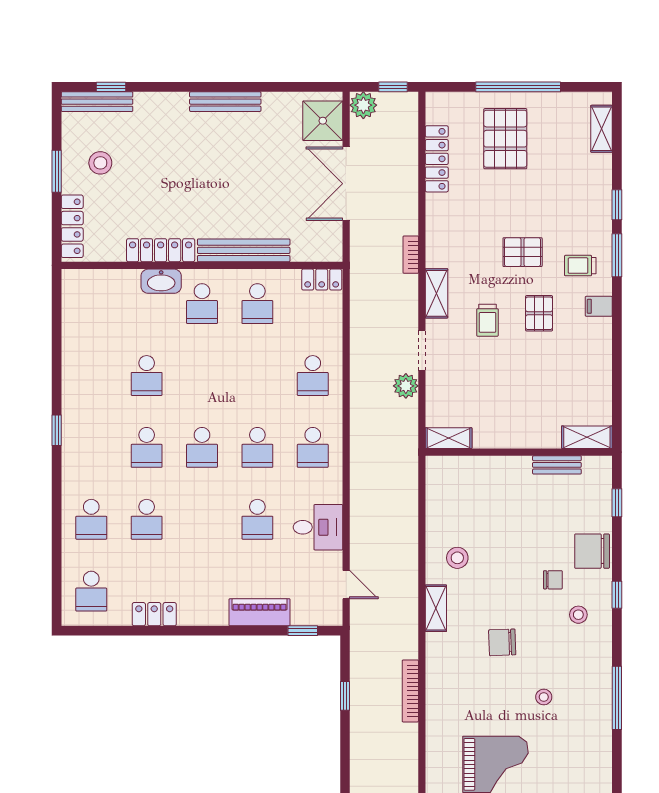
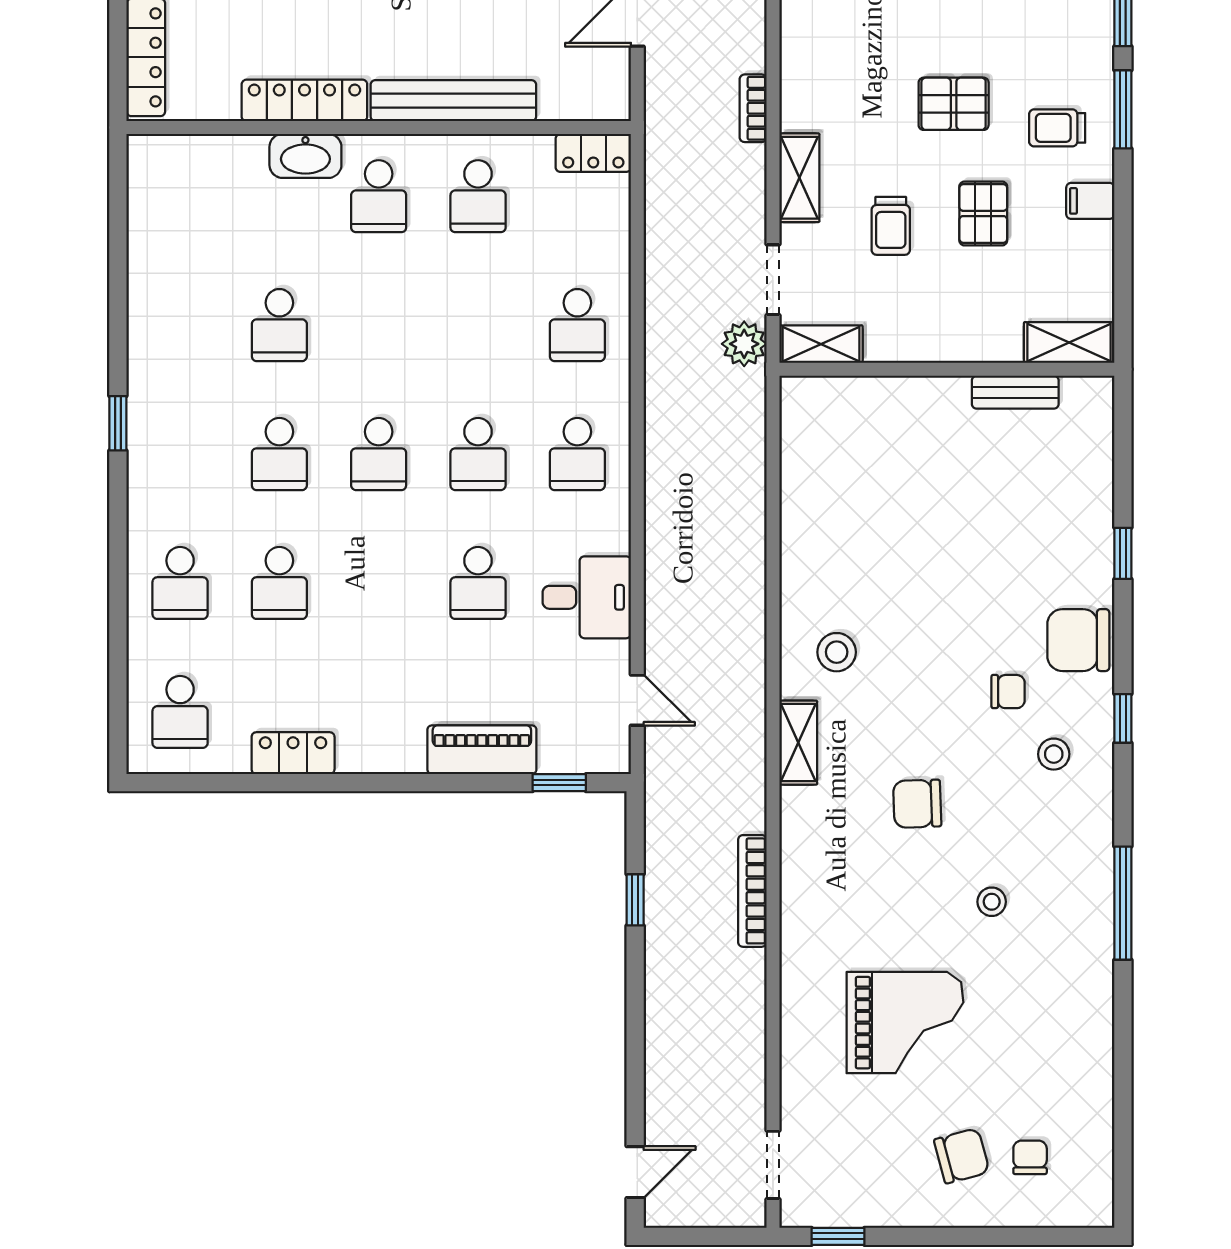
shelving: (587, 437) -> (1069, 343), moved
shelving: (449, 438) -> (821, 344), moved
wall: (519, 452) -> (947, 369), moved
bench: (557, 465) -> (1015, 392), moved

